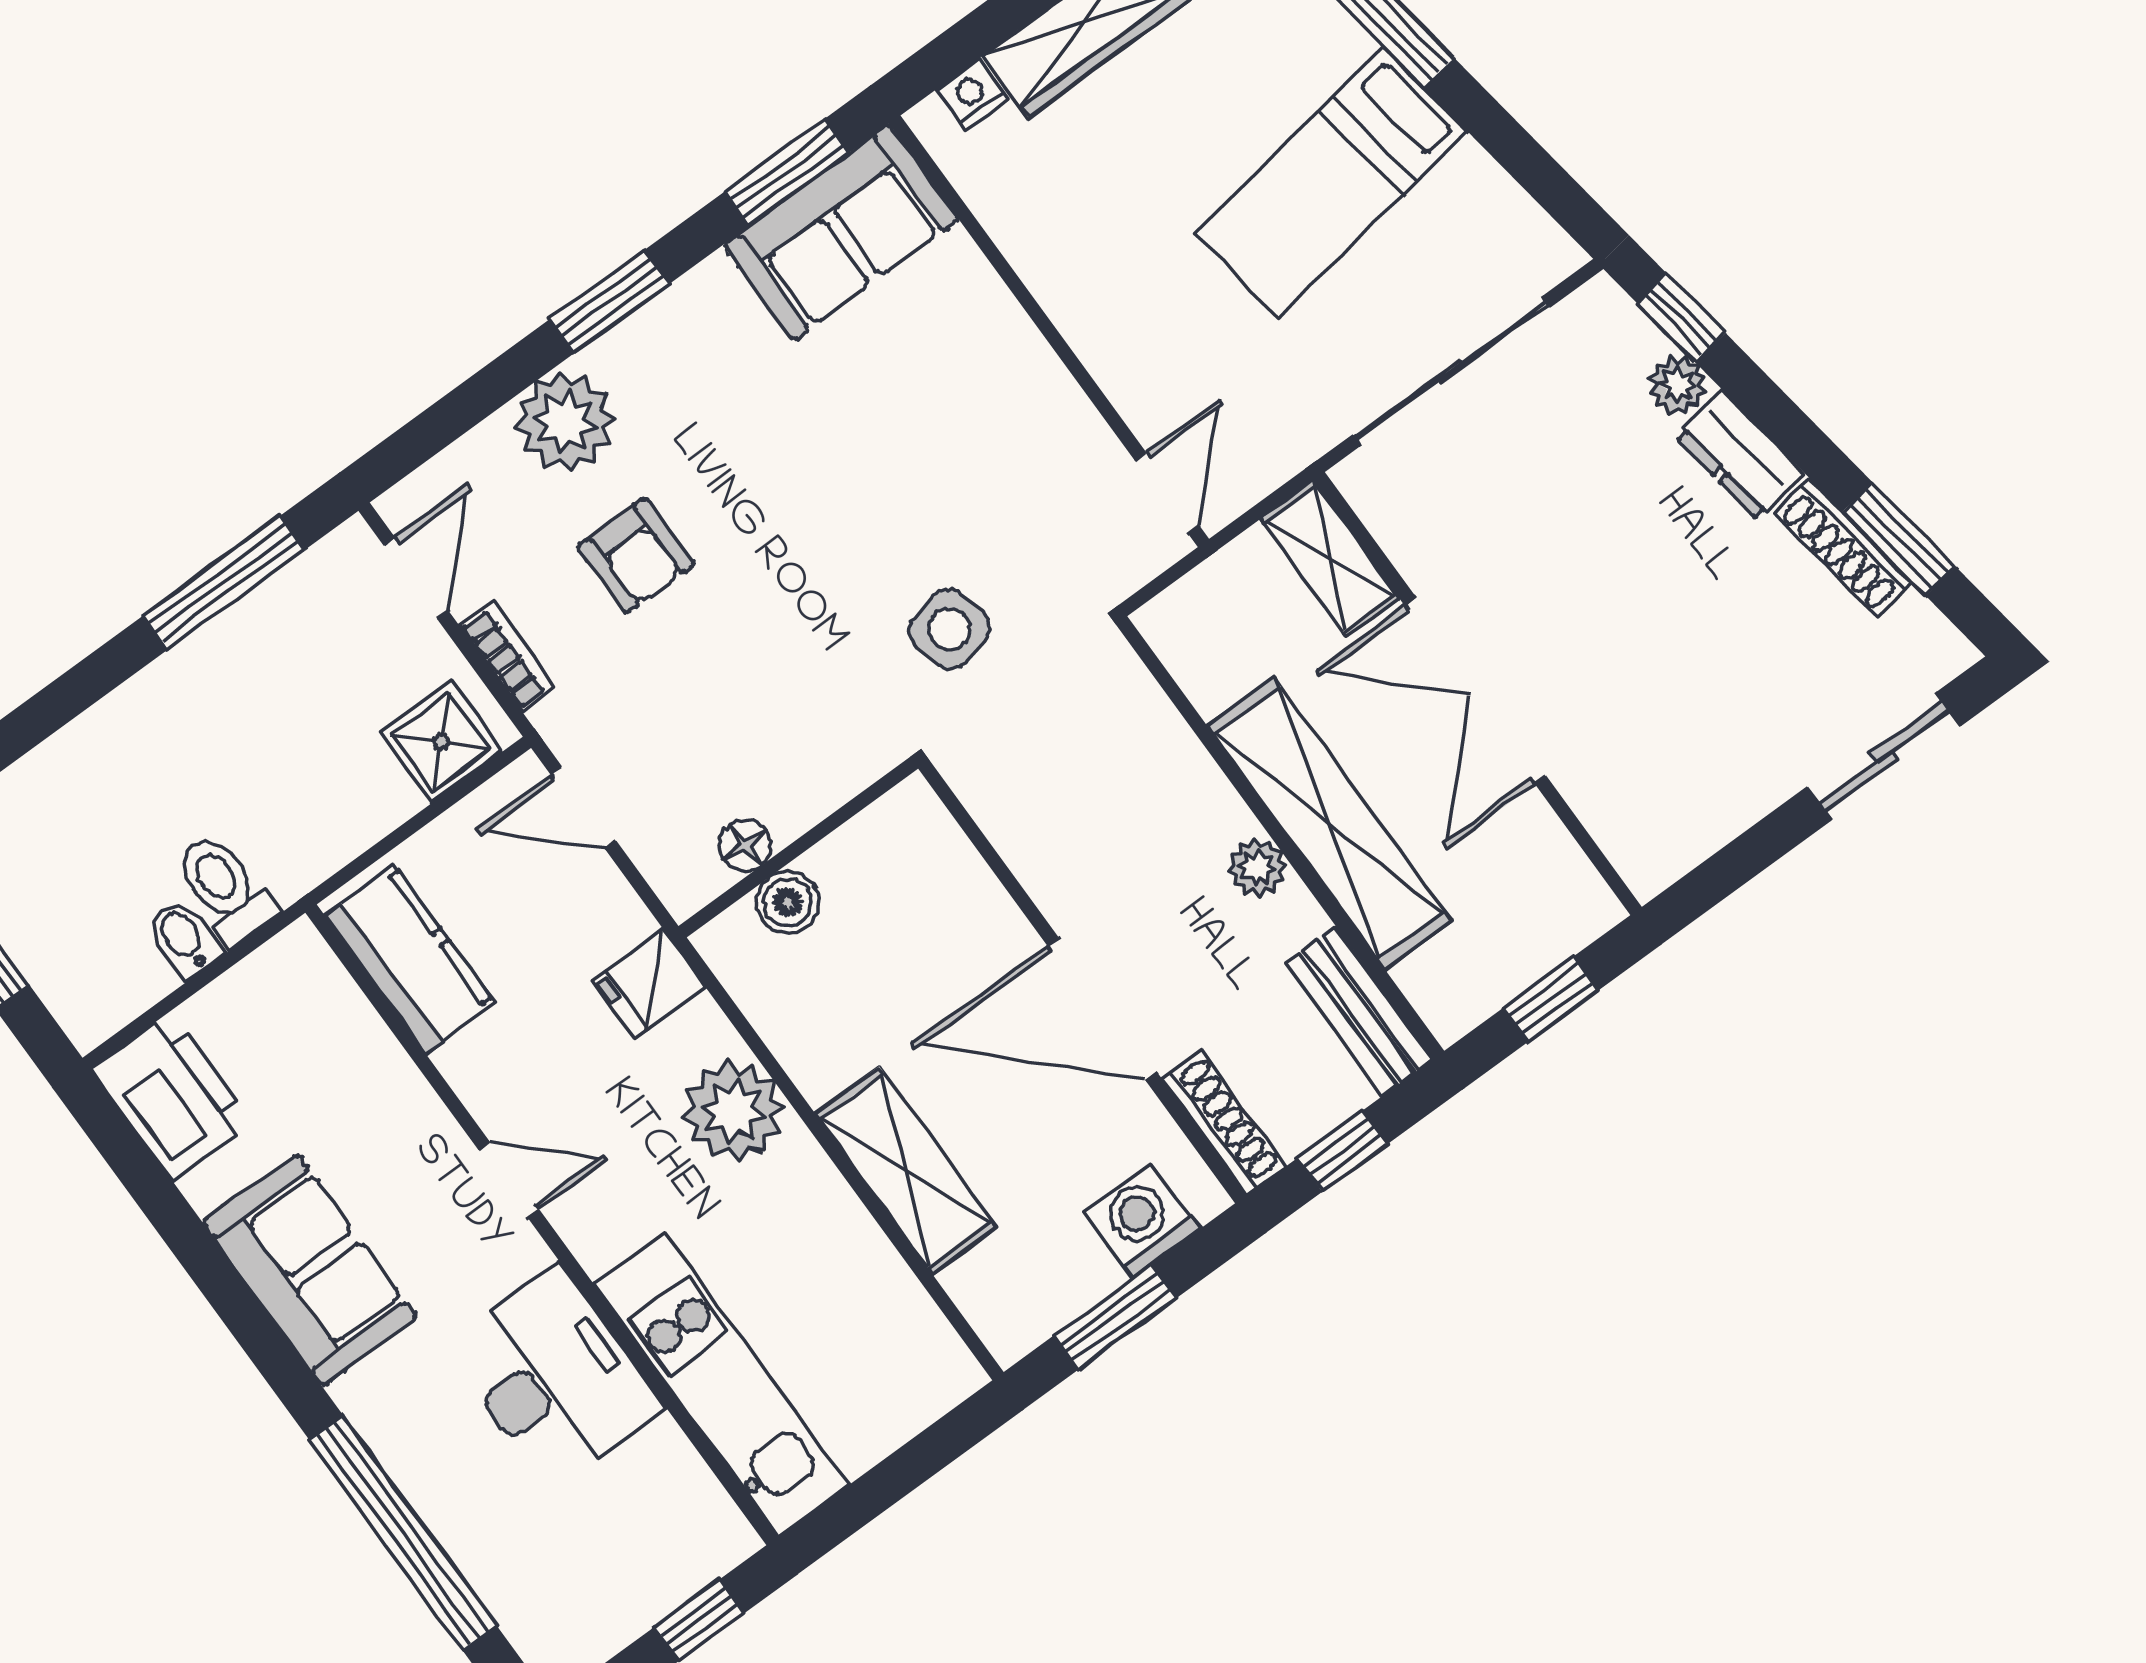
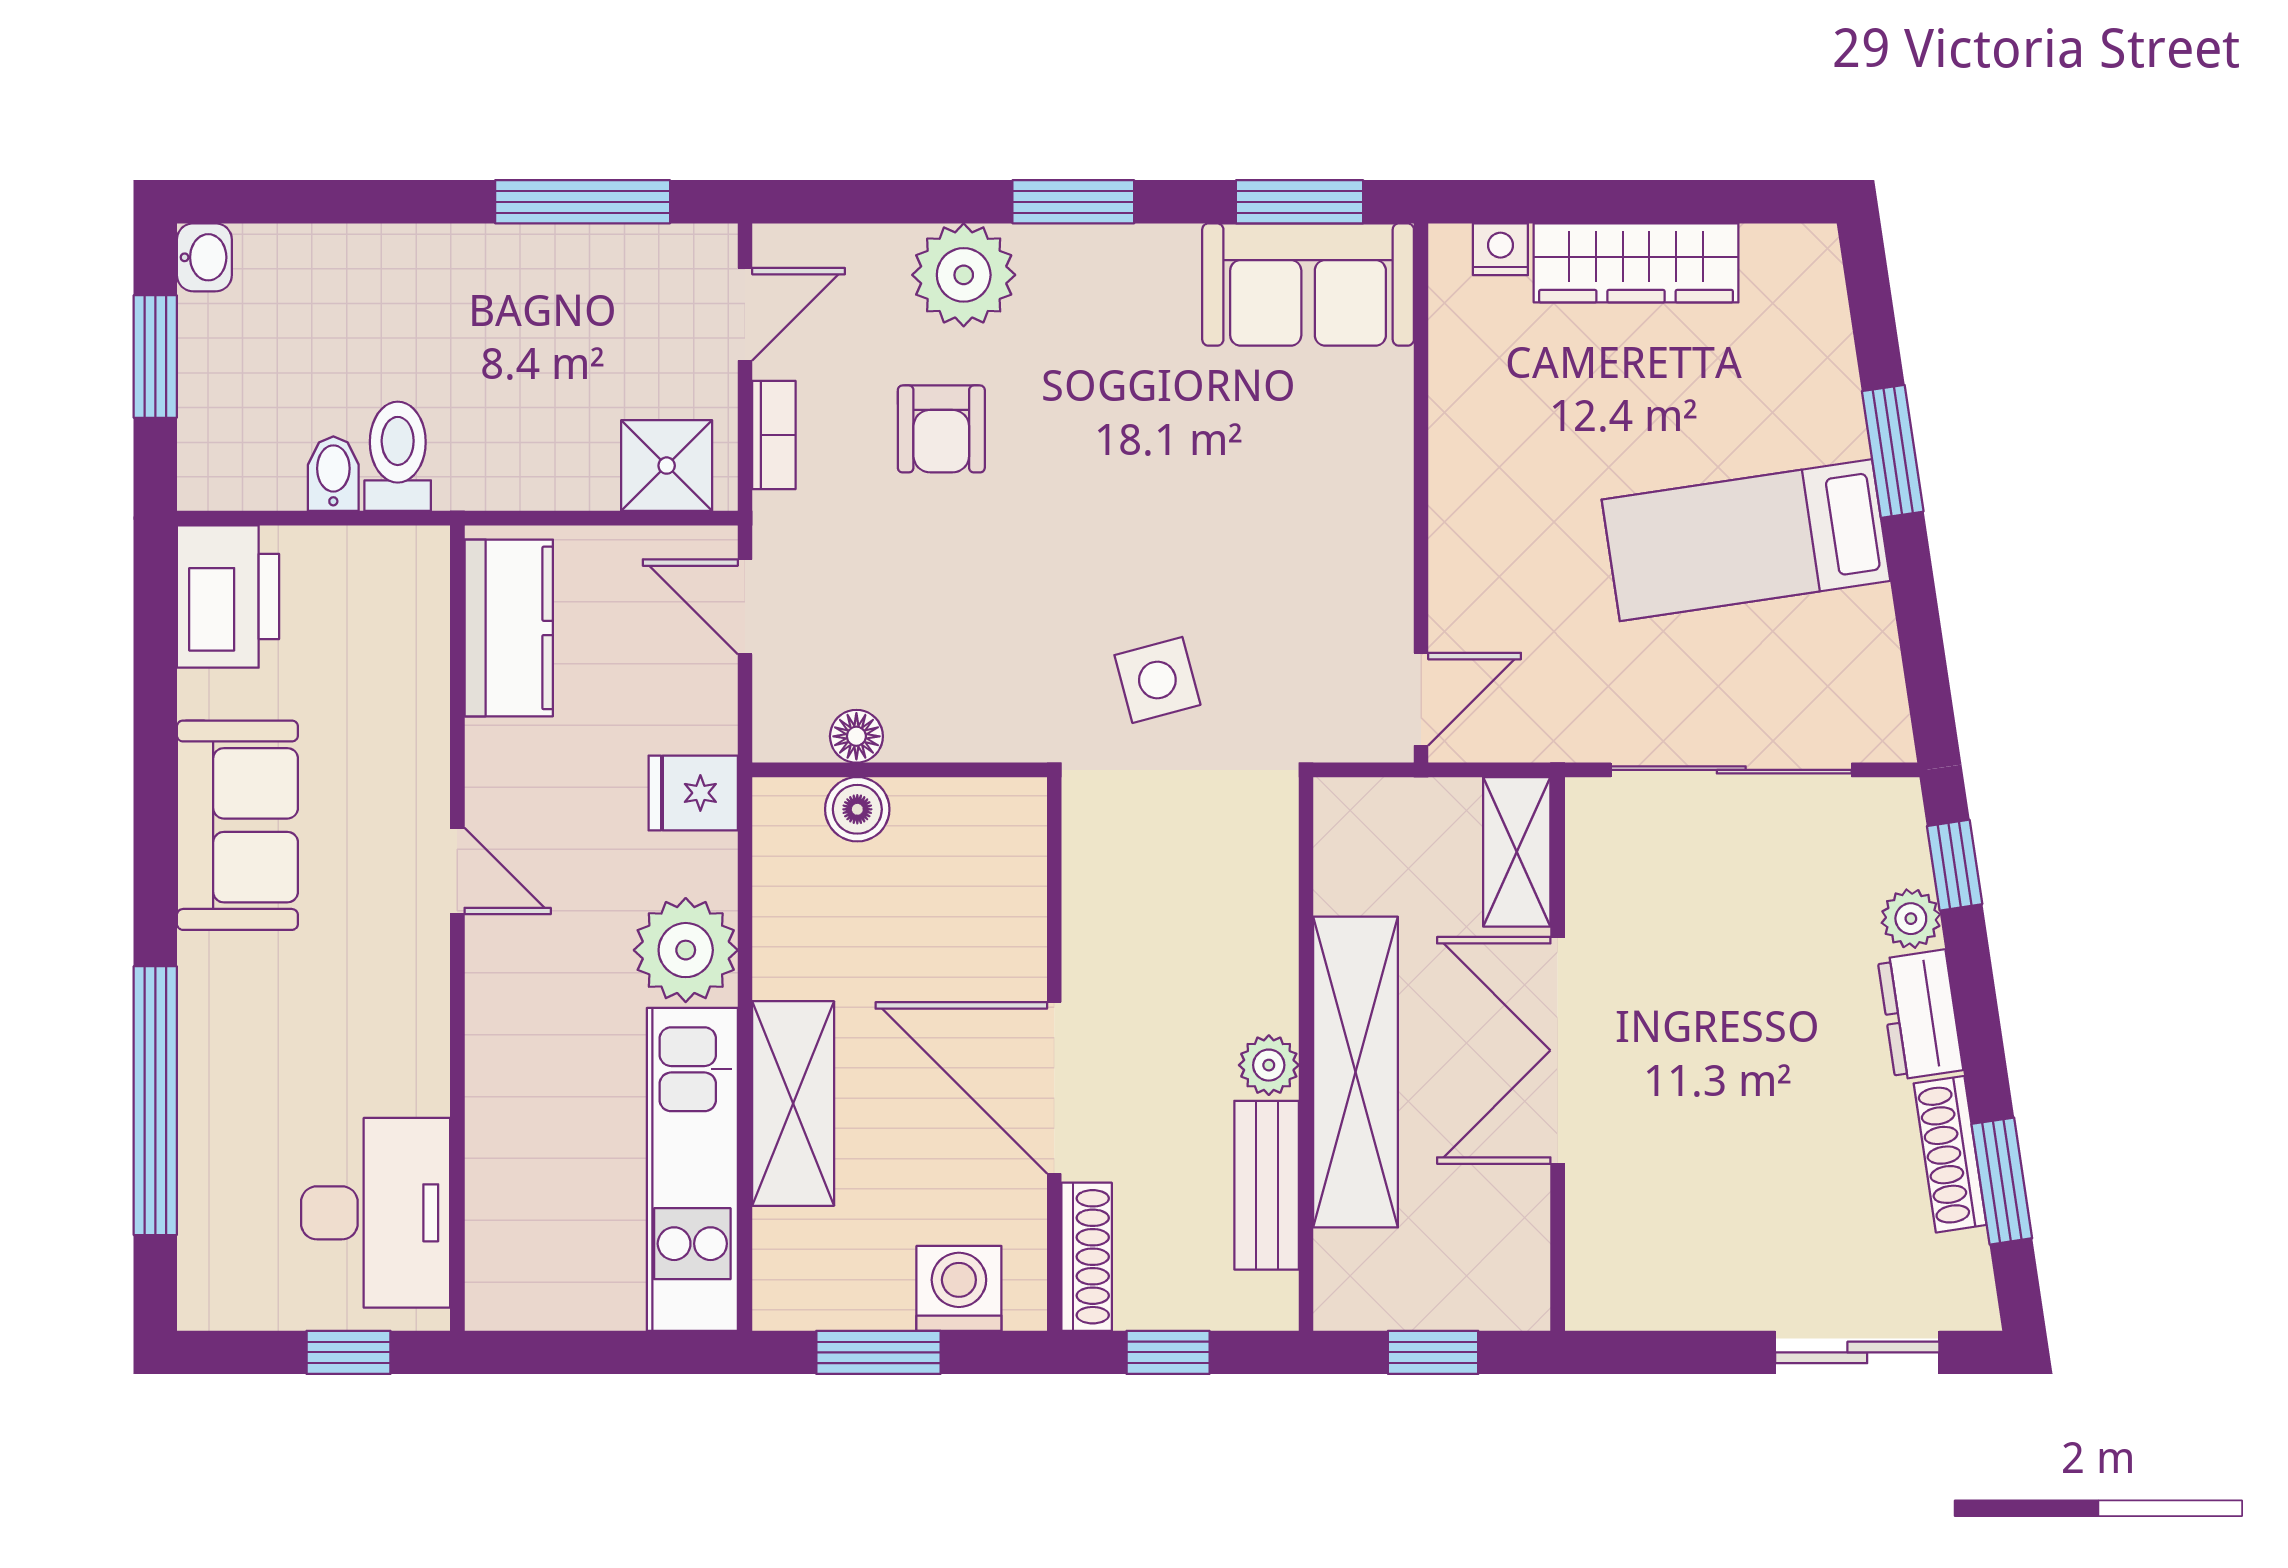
bench: (1359, 1011) -> (1267, 1185), moved
desk: (554, 1377) -> (376, 1213), moved
kitchen unit: (721, 1384) -> (692, 1169), moved, turned 180

